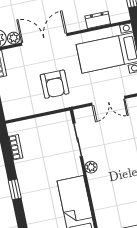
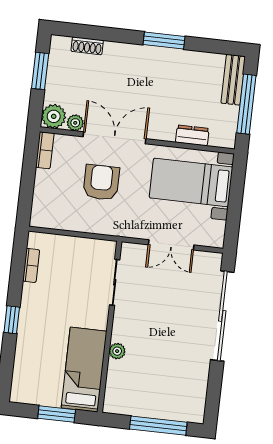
armchair: (55, 84) -> (101, 182), moved, turned 180
plant: (91, 167) -> (117, 351), moved

